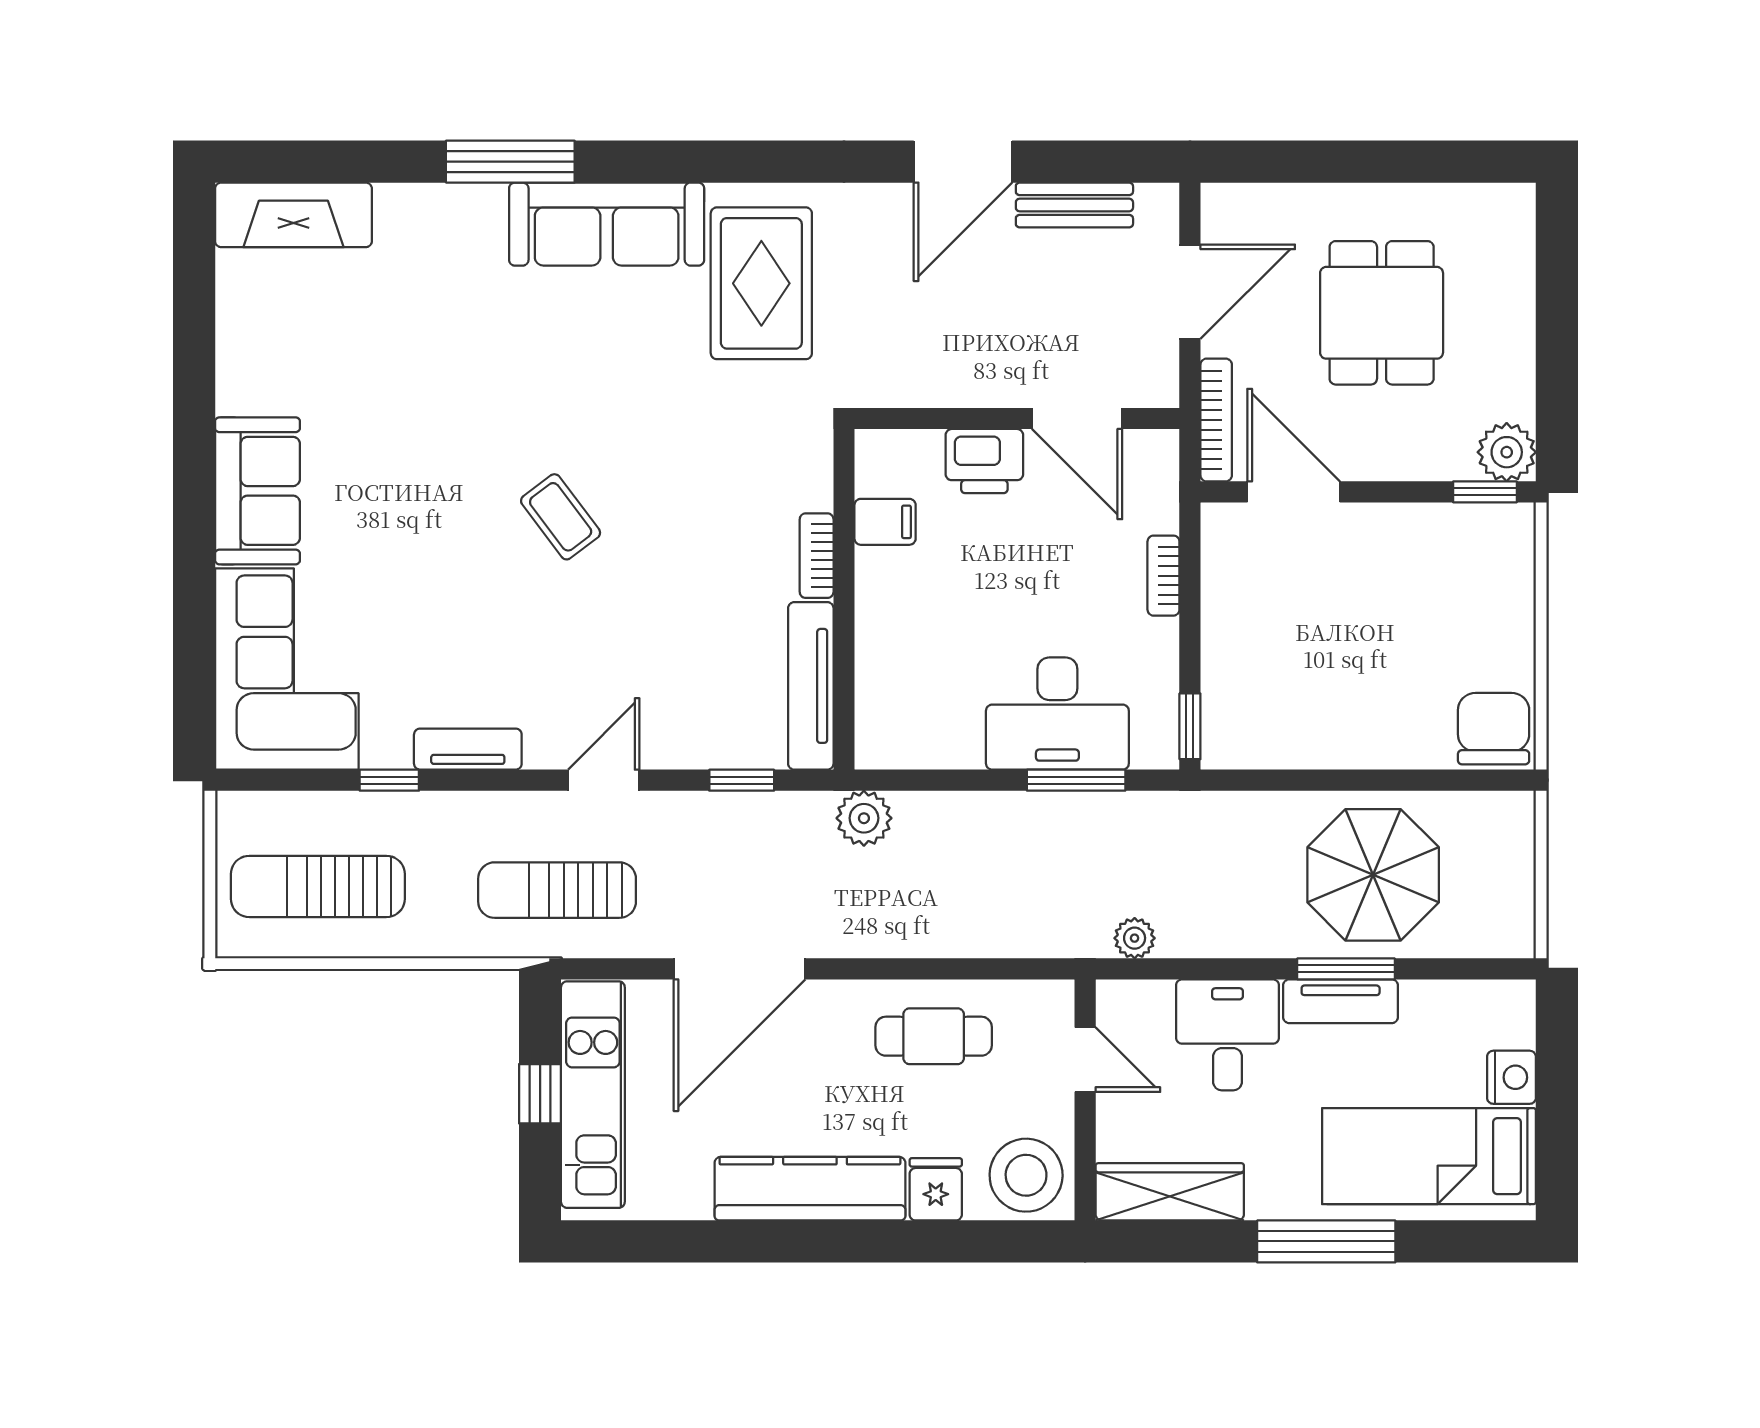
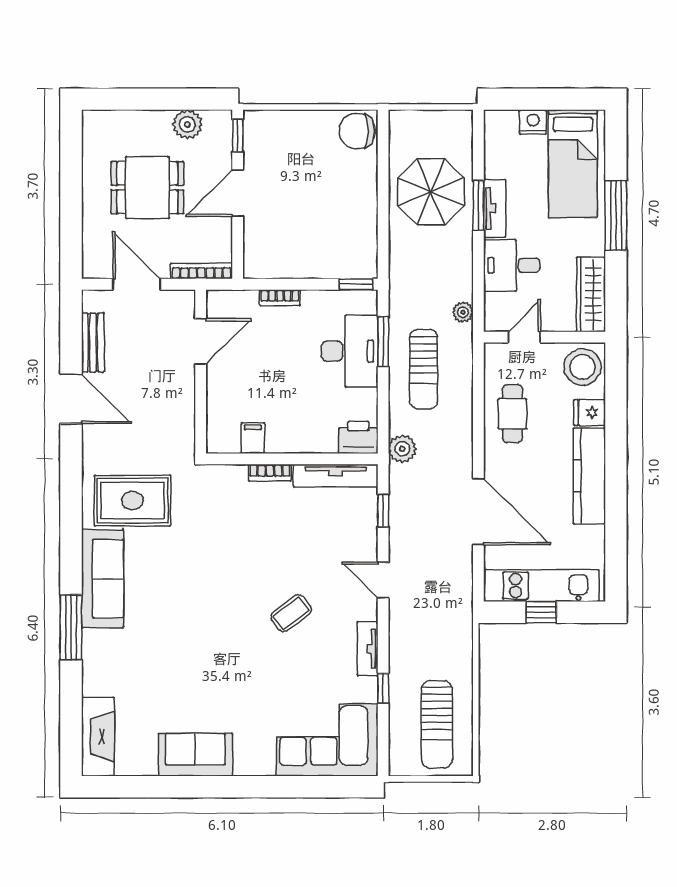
plant: (1507, 452) -> (187, 124), moved
printer: (984, 461) -> (358, 437), moved, turned -90
sofa: (258, 491) -> (195, 755), moved
door: (1294, 492) -> (238, 193), moved
coffee table: (561, 517) -> (291, 613), moved
sun lounger: (557, 890) -> (424, 369), moved

